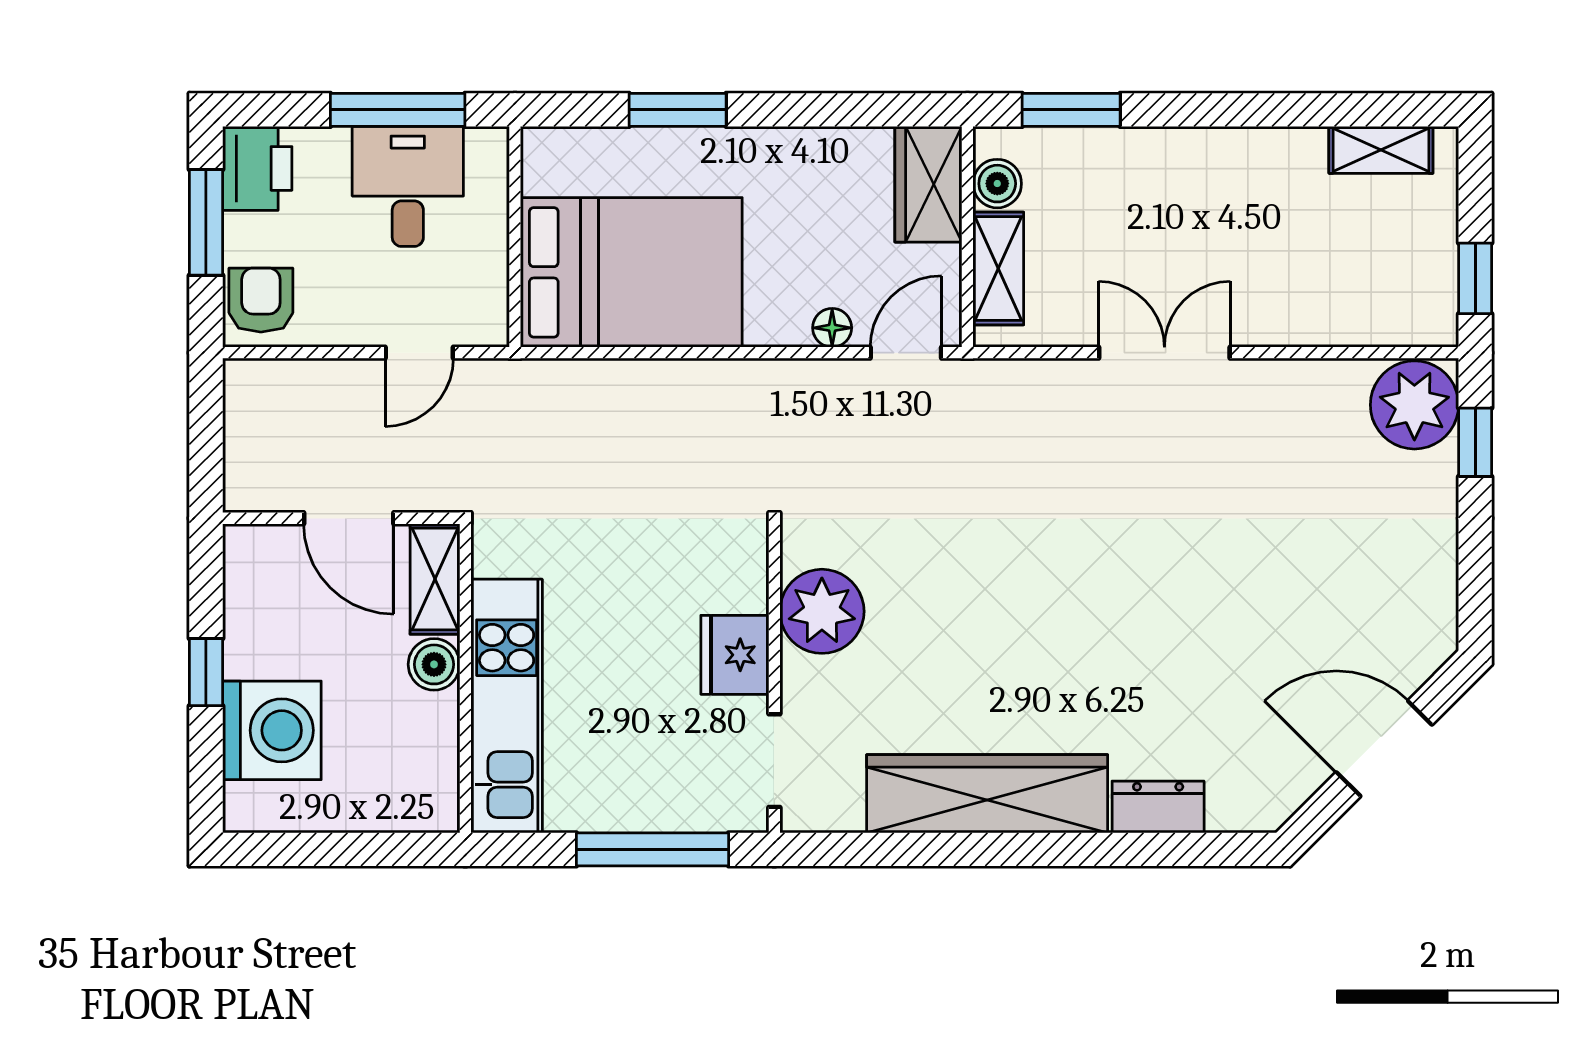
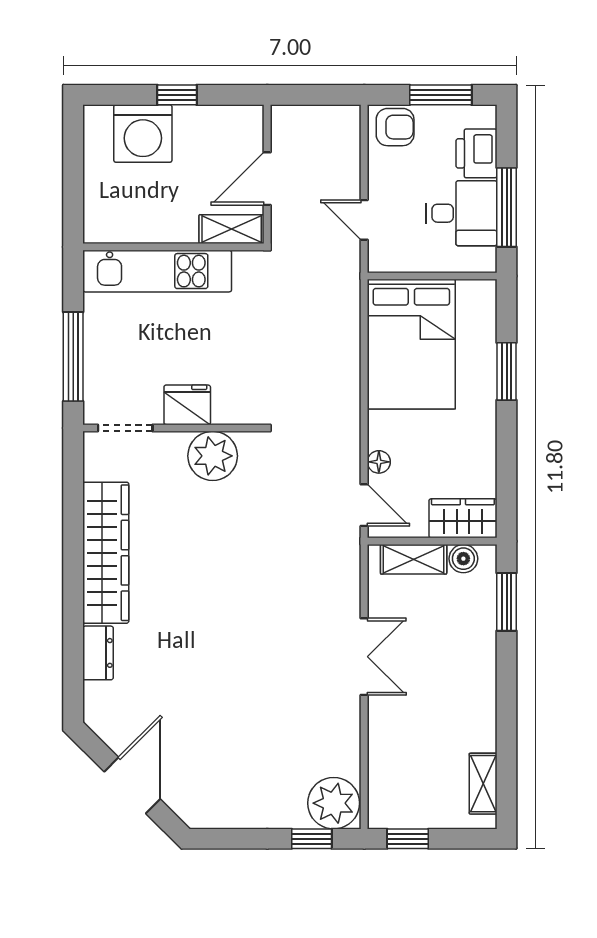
printer: (257, 168) -> (476, 153), moved, turned 90
boiler: (434, 664) -> (182, 229), removed

